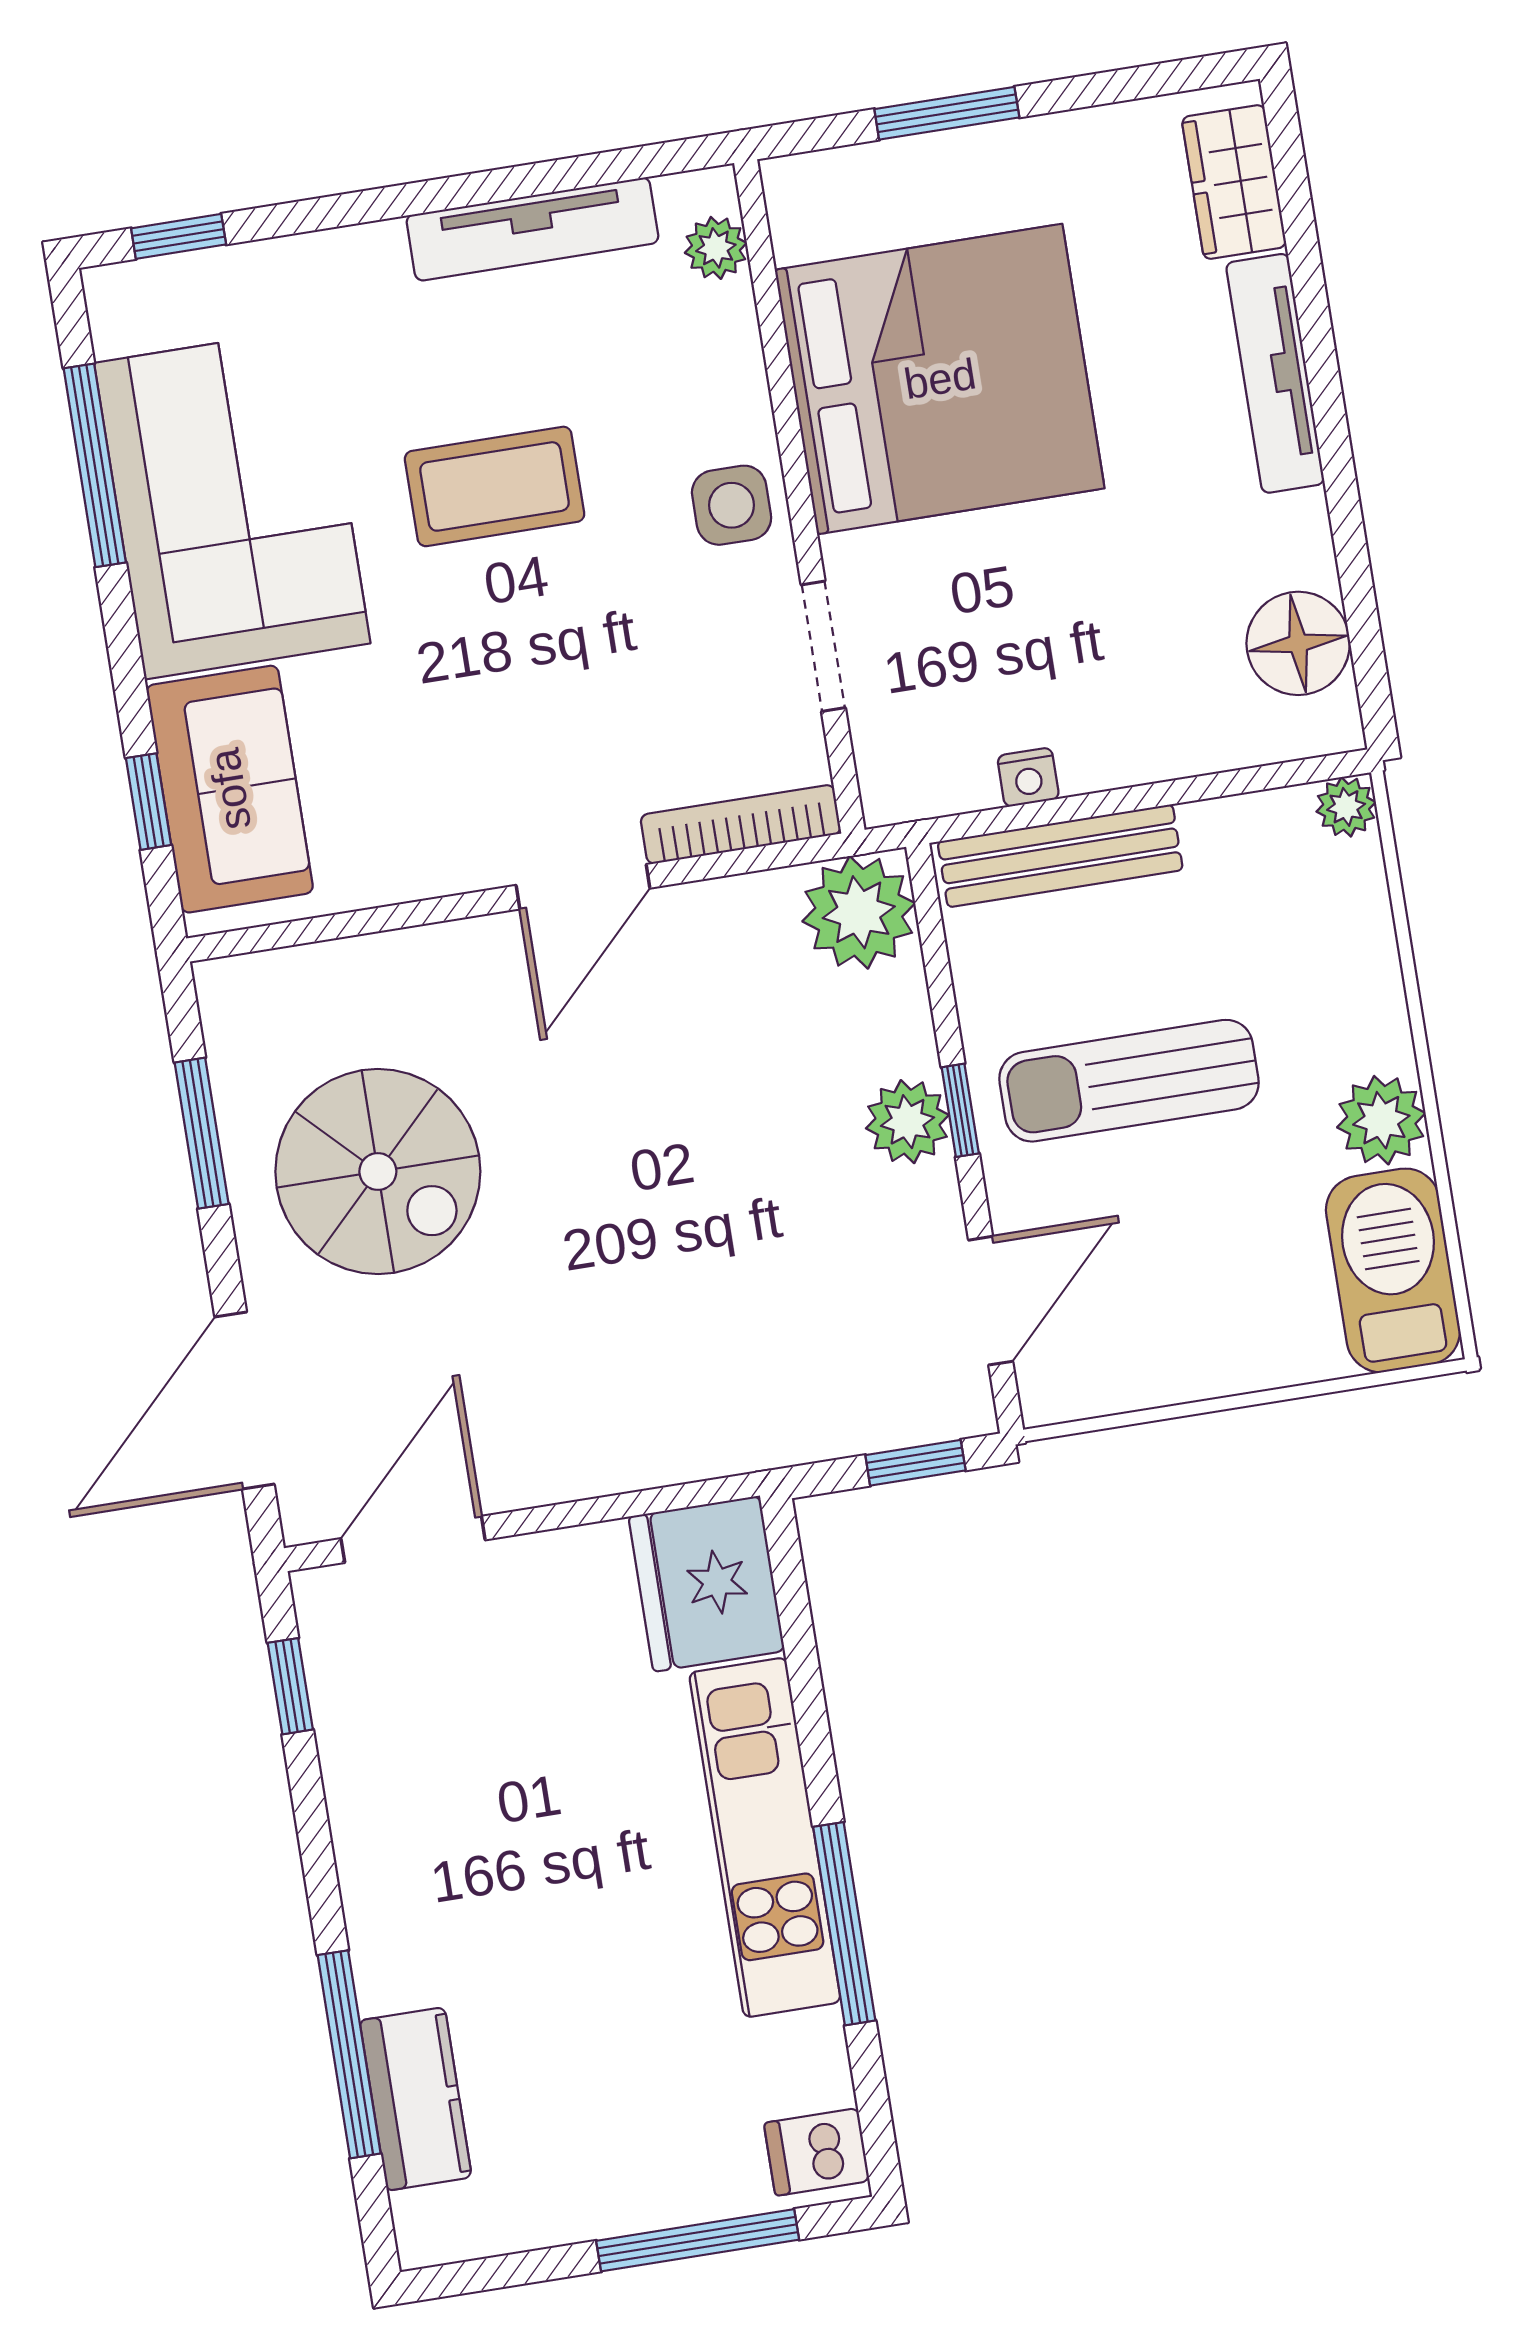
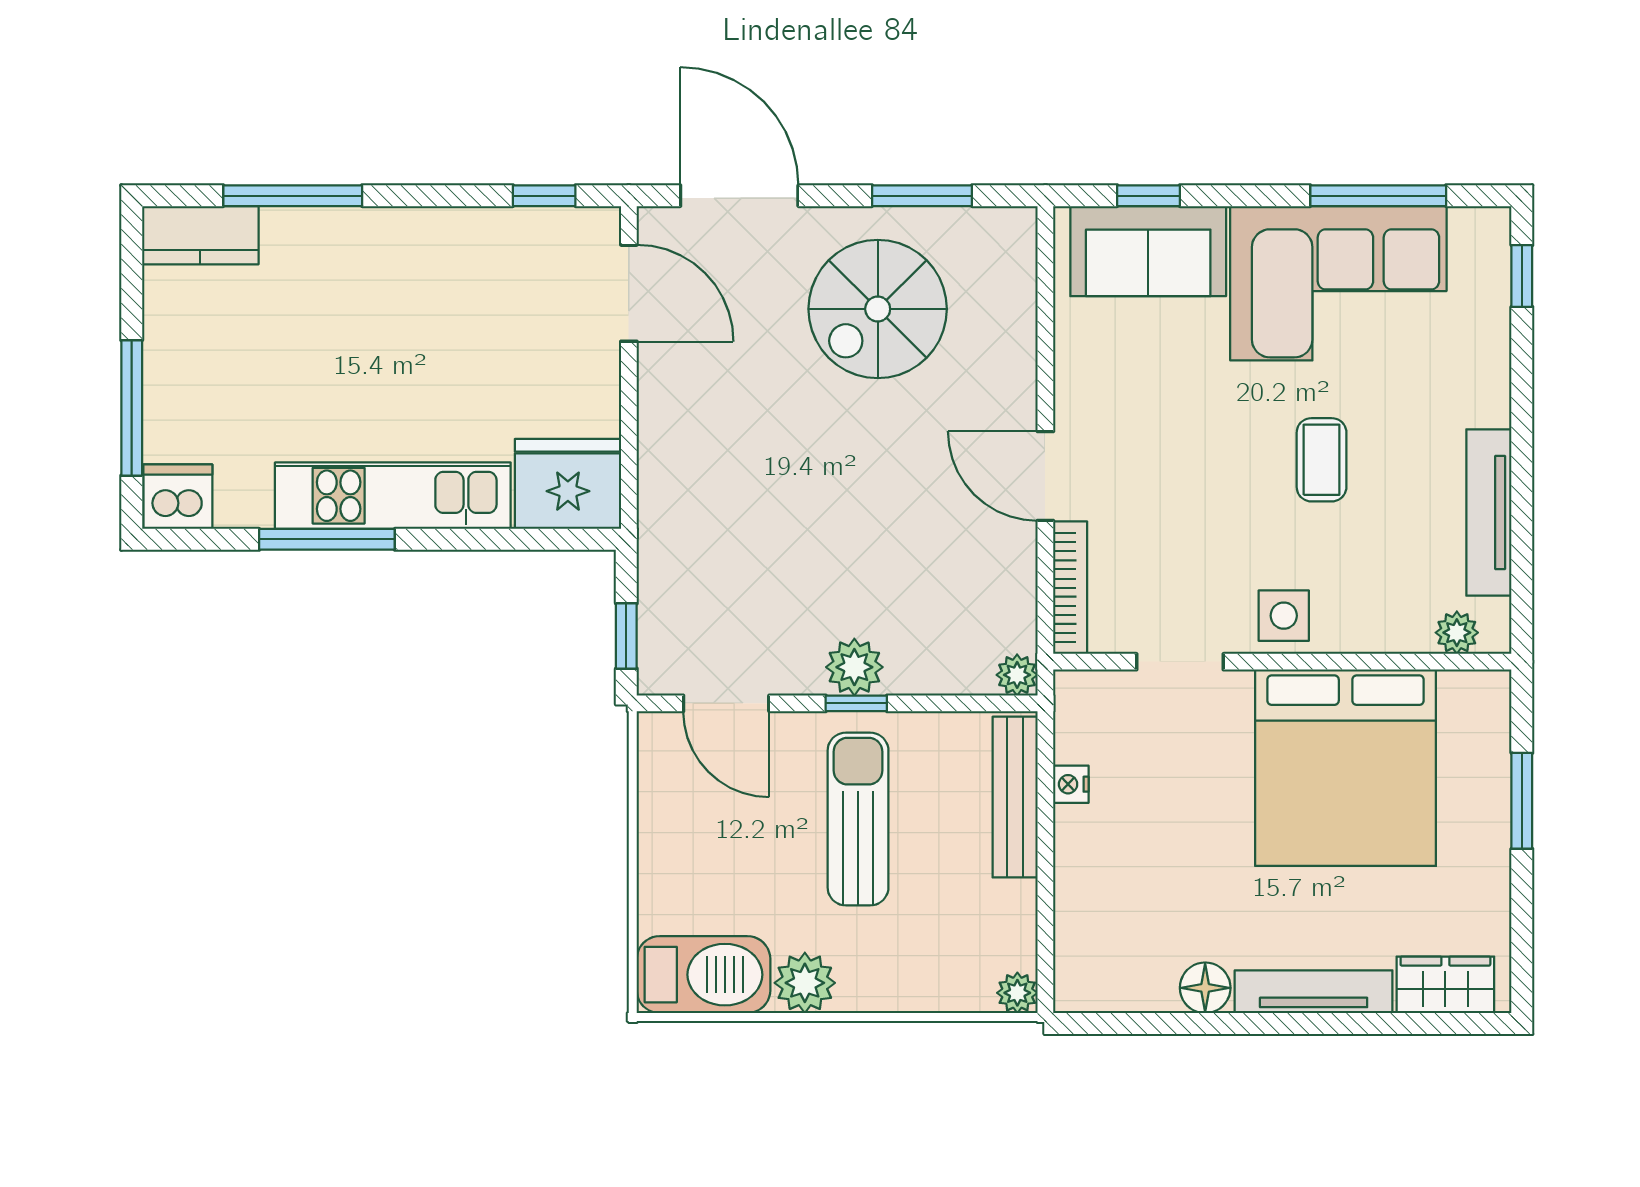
coffee table: (495, 486) -> (1322, 460), width x0.73, depth x0.77
floor lamp: (1298, 643) -> (1205, 988), moved, width x0.73, depth x0.73
plant: (859, 912) -> (1017, 675), width x0.53, depth x0.53
kitchen counter: (416, 2099) -> (200, 235), moved
dishwasher: (817, 2152) -> (178, 497), width x1.38

